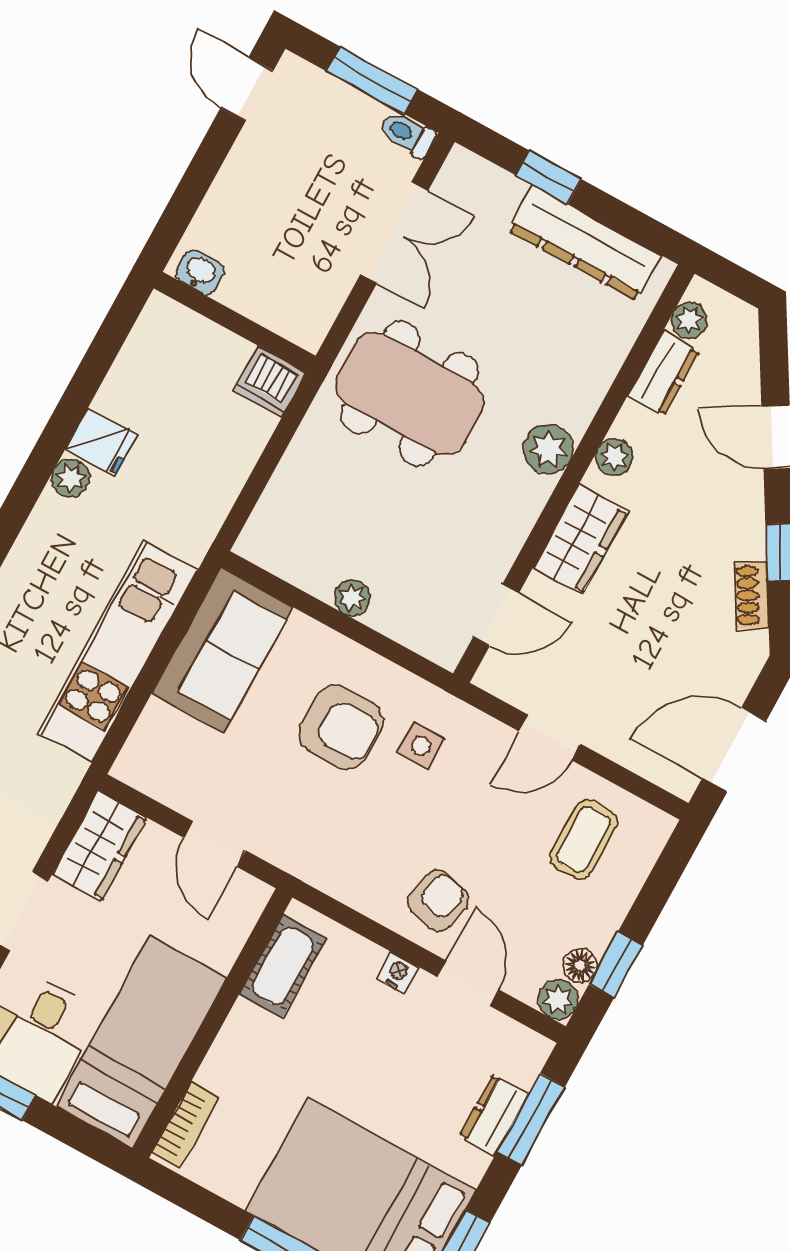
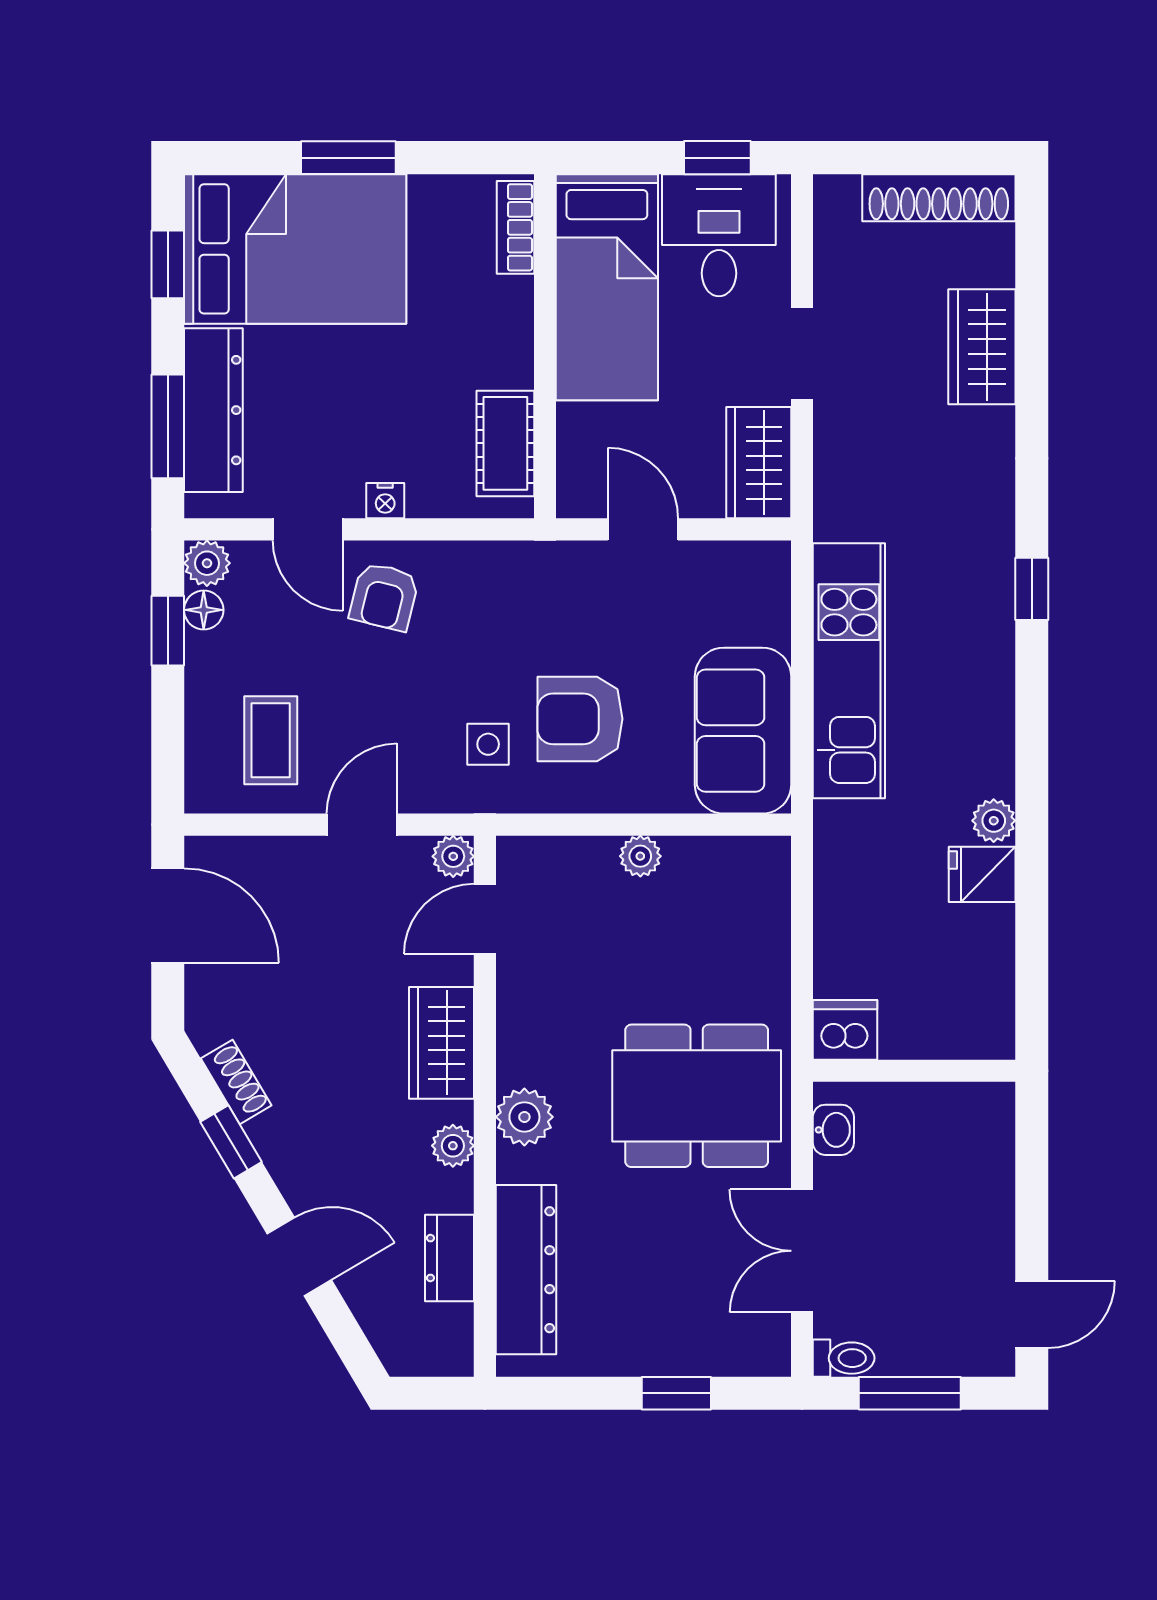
door: (247, 89) -> (1032, 1314), hinge flipped
dresser: (584, 243) -> (526, 1270), moved, turned 90
washbasin: (200, 272) -> (833, 1130), moved, turned -90
plant: (689, 320) -> (453, 856), moved
door: (734, 749) -> (168, 916), hinge flipped
dresser: (494, 1115) -> (213, 410), width x1.96, depth x1.24

